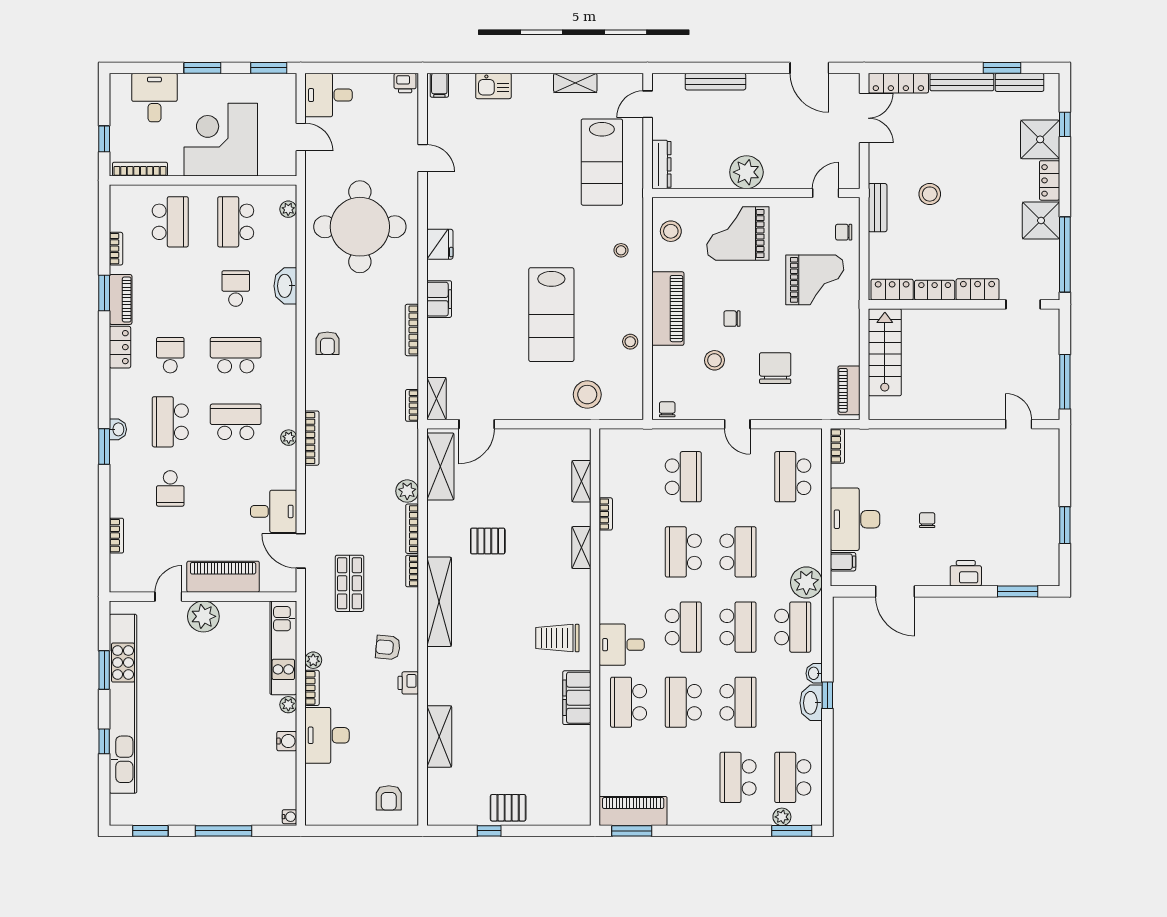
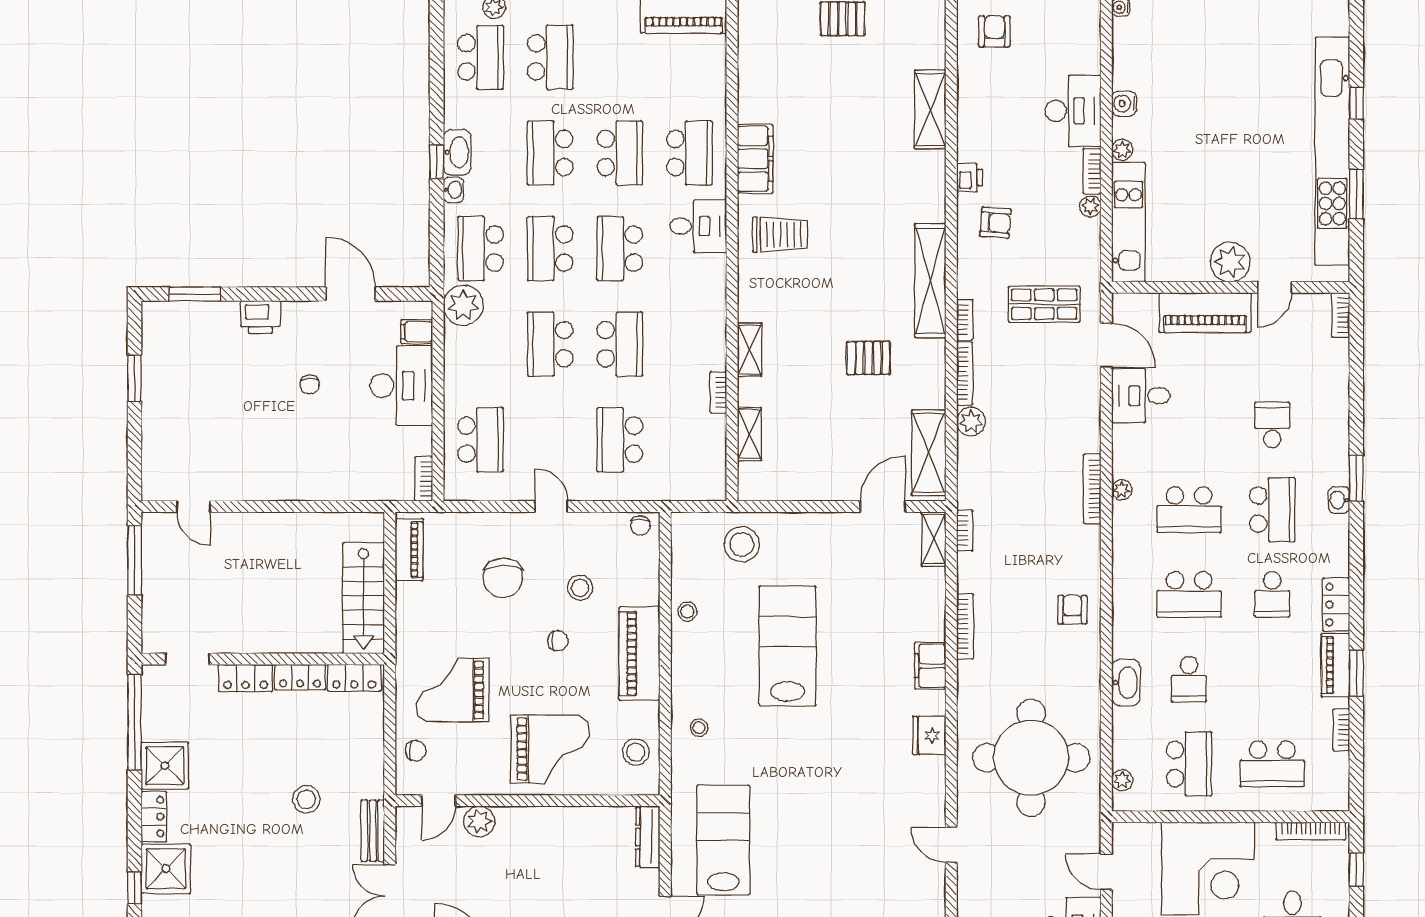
plant: (746, 172) -> (479, 821), moved, width x0.73, depth x0.73
bench: (878, 208) -> (373, 831), moved
school desk: (170, 222) -> (1272, 764), turned -90
bookcase: (116, 536) -> (1341, 315), moved
shop shelf: (350, 583) -> (1044, 304), turned 90

